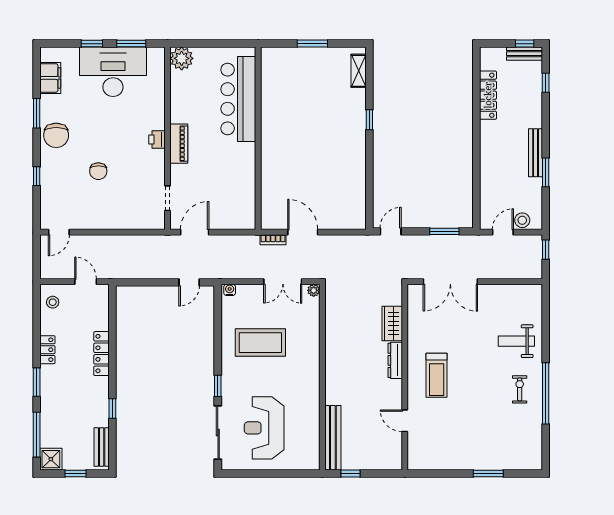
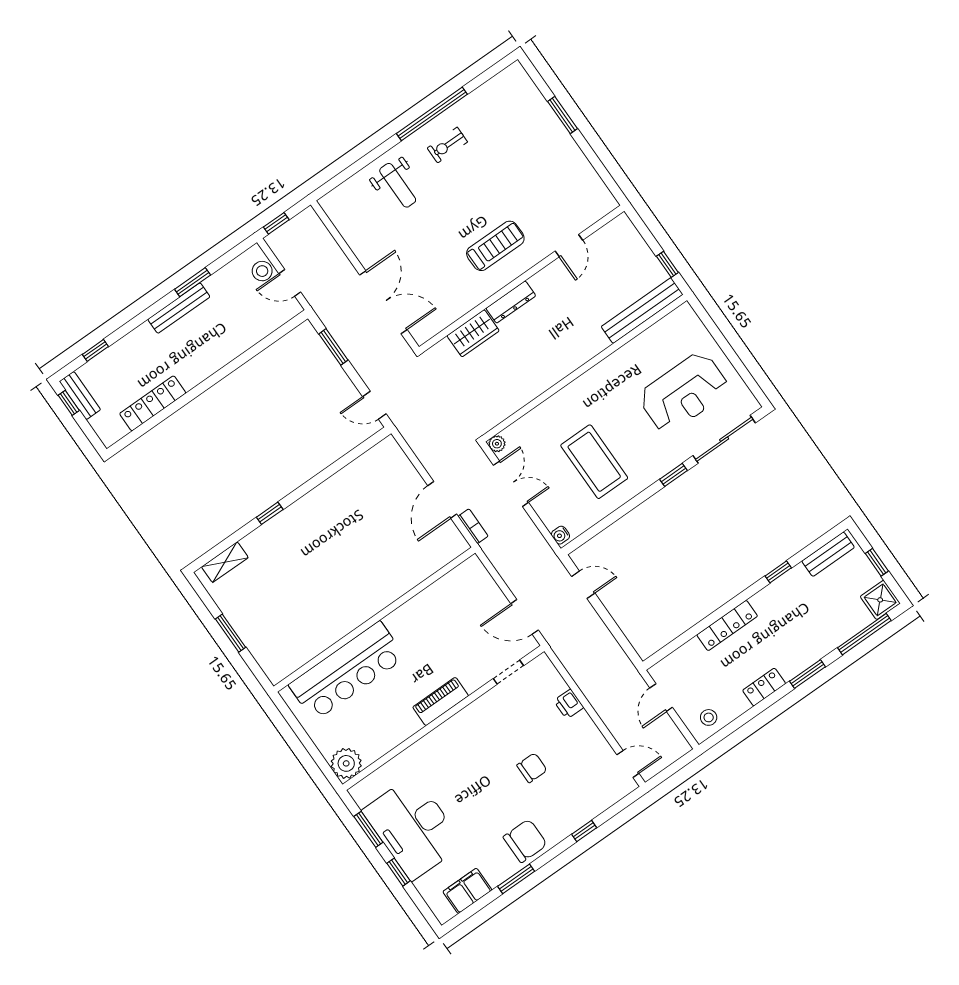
printer: (157, 139) -> (569, 704), moved, turned 90

